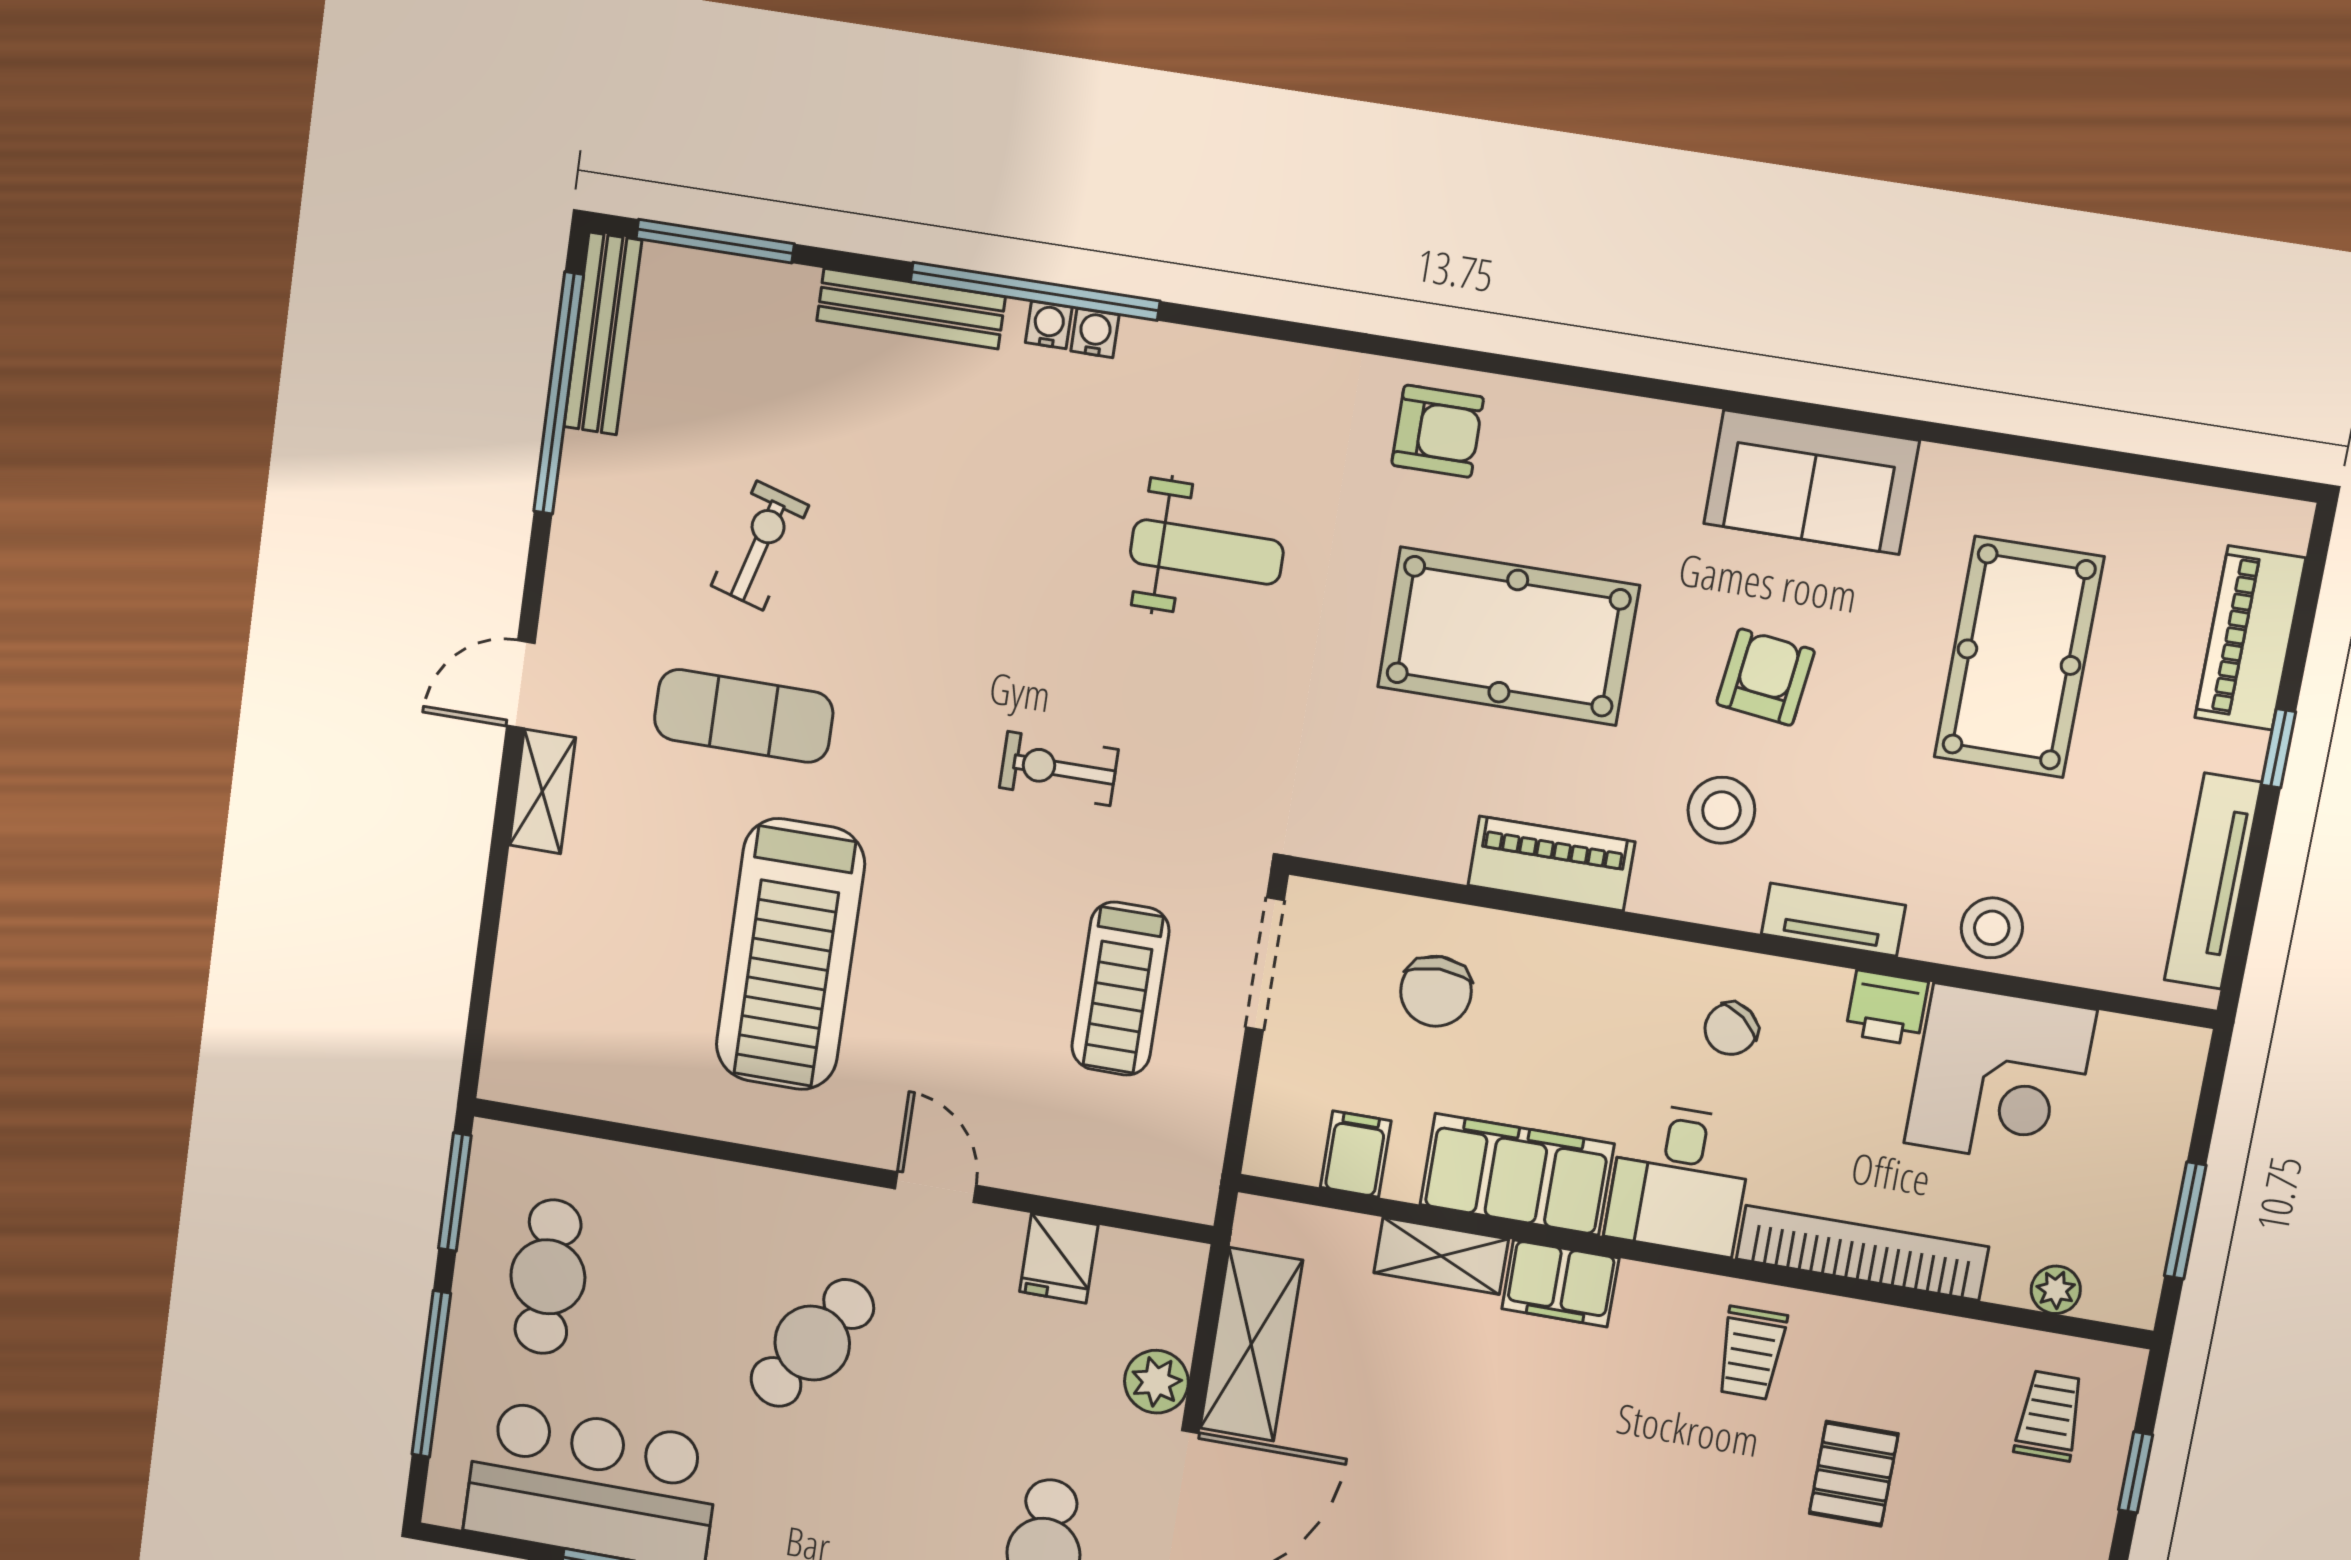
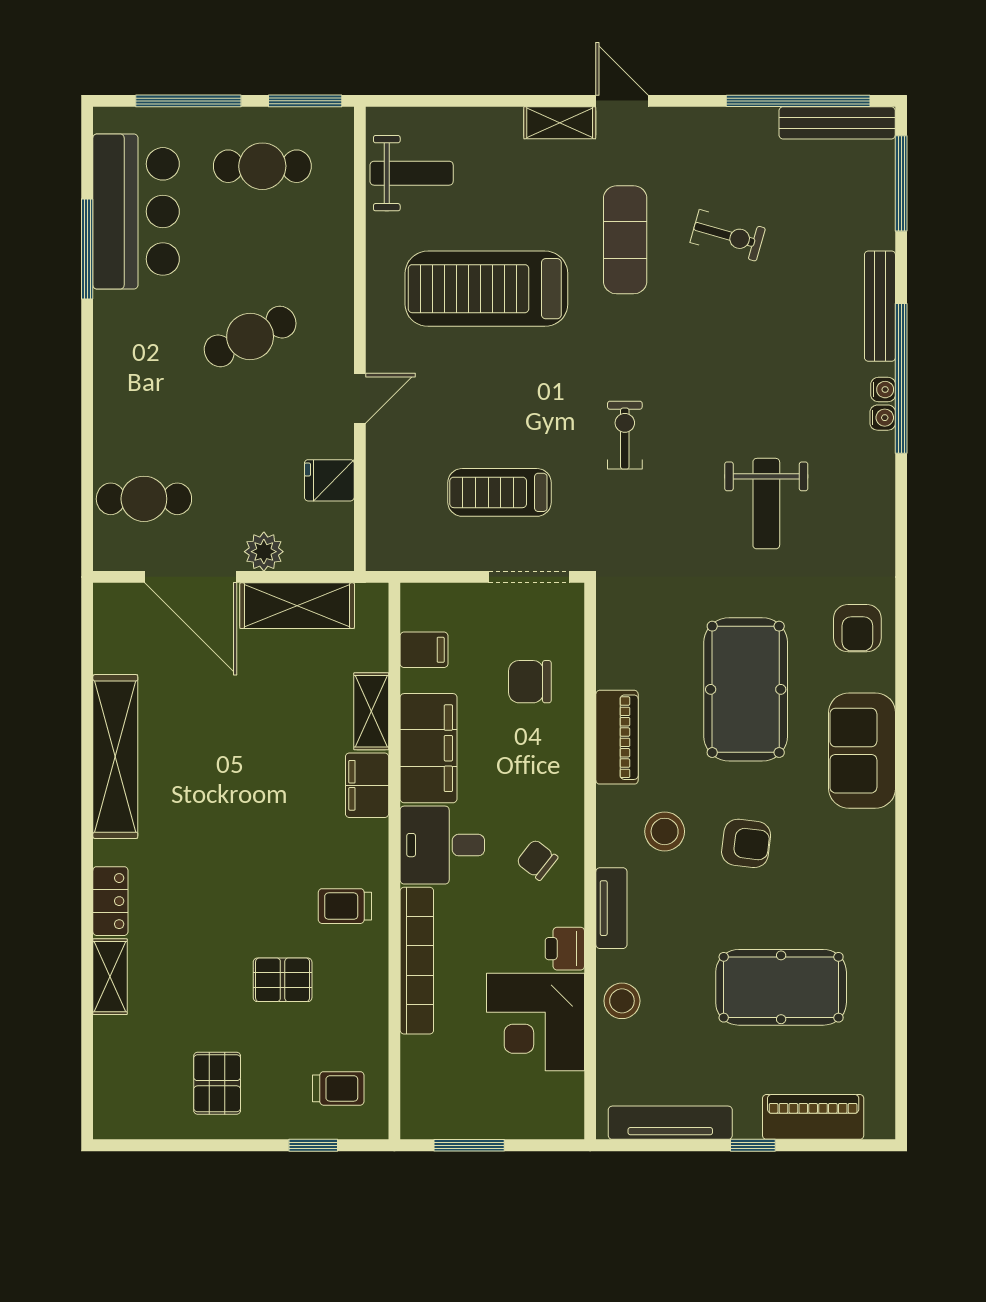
sofa: (1811, 482) -> (862, 751), moved
weight bench: (591, 1043) -> (412, 173), added
plant: (2056, 1290) -> (415, 1078), removed
cafe table: (812, 1343) -> (250, 336), turned -59

